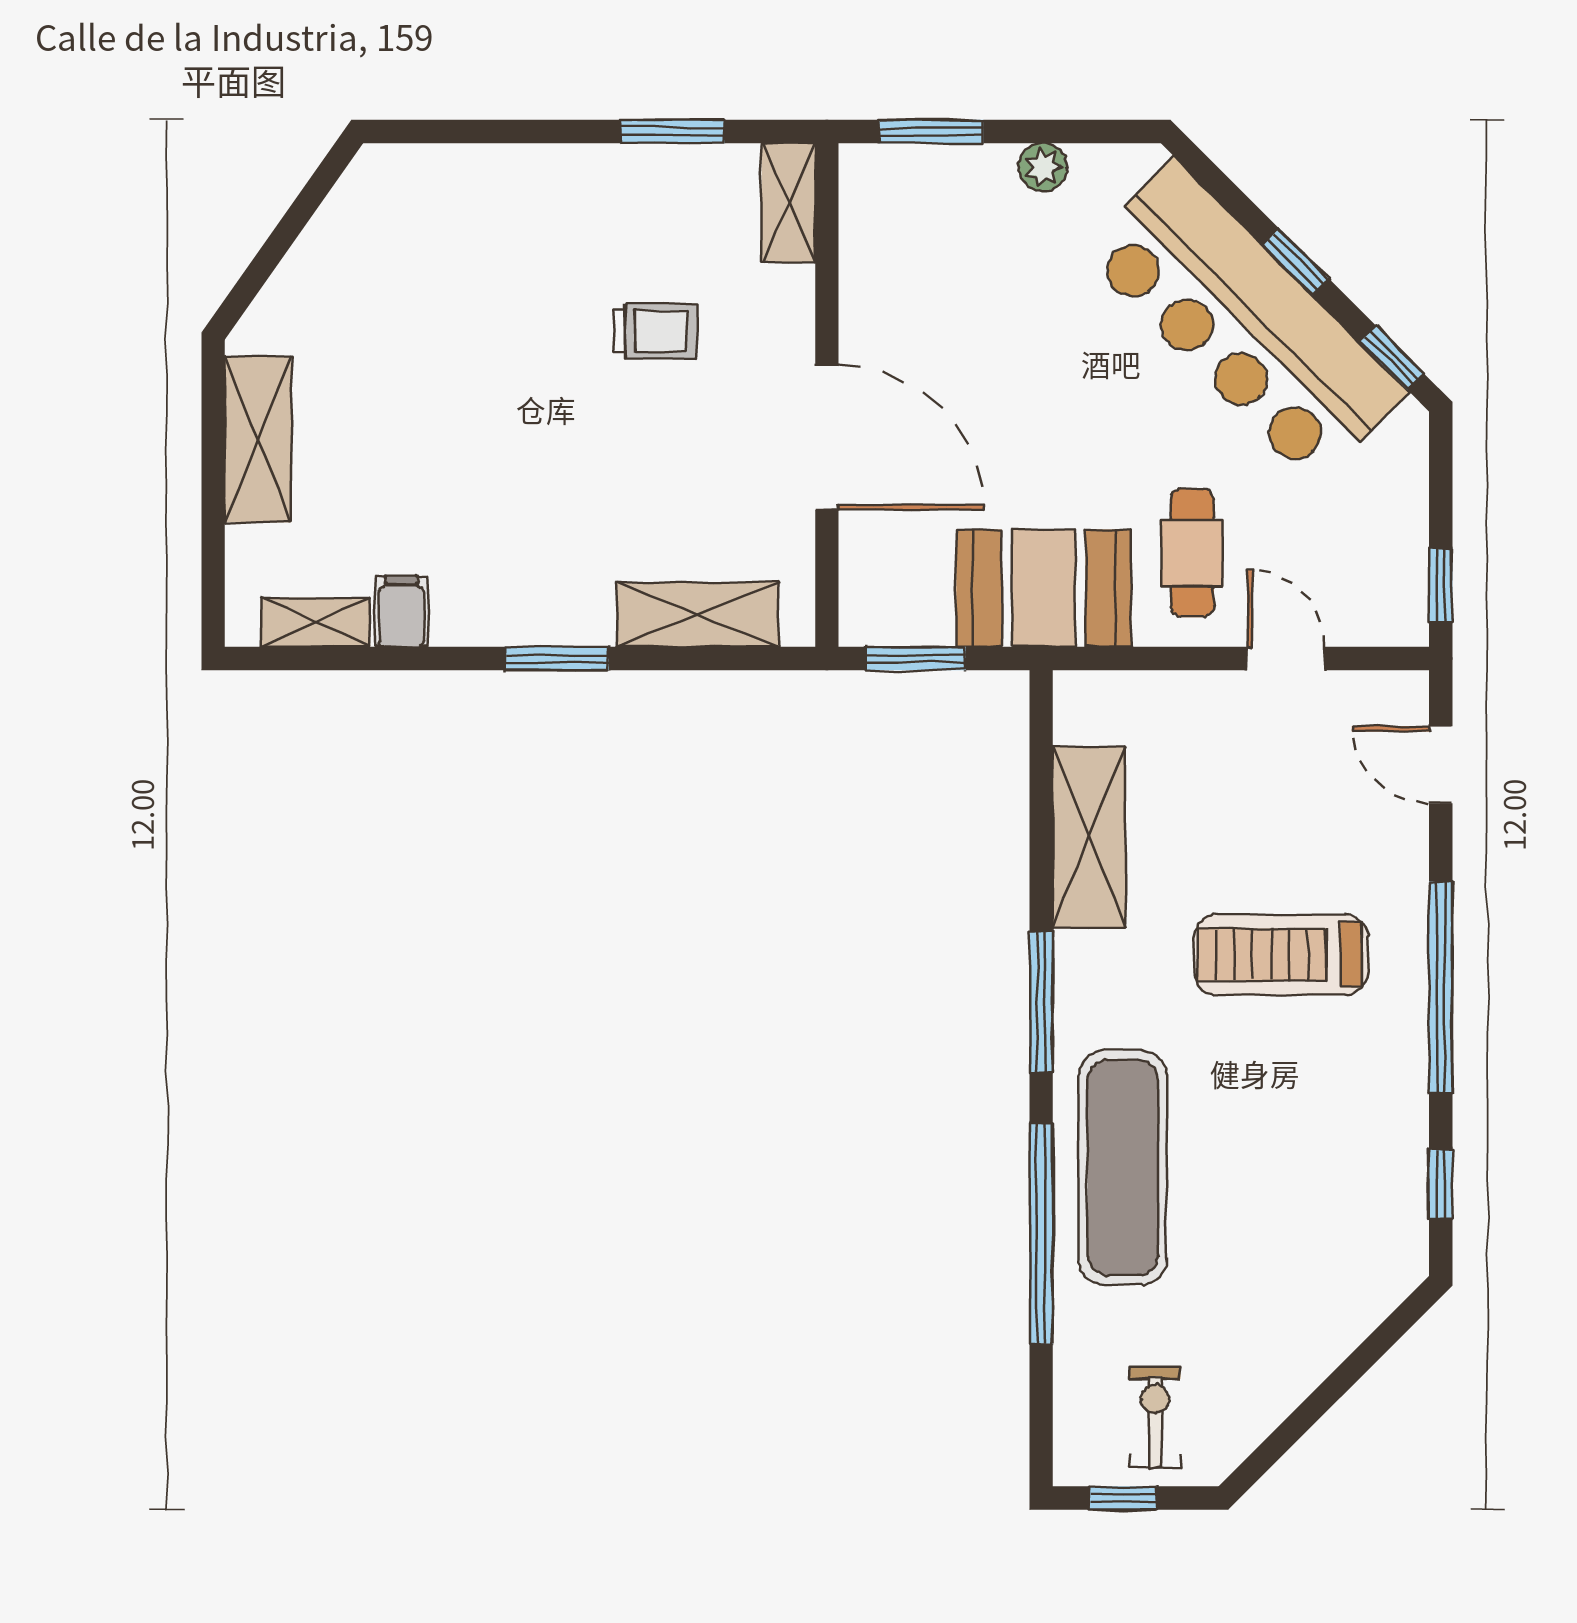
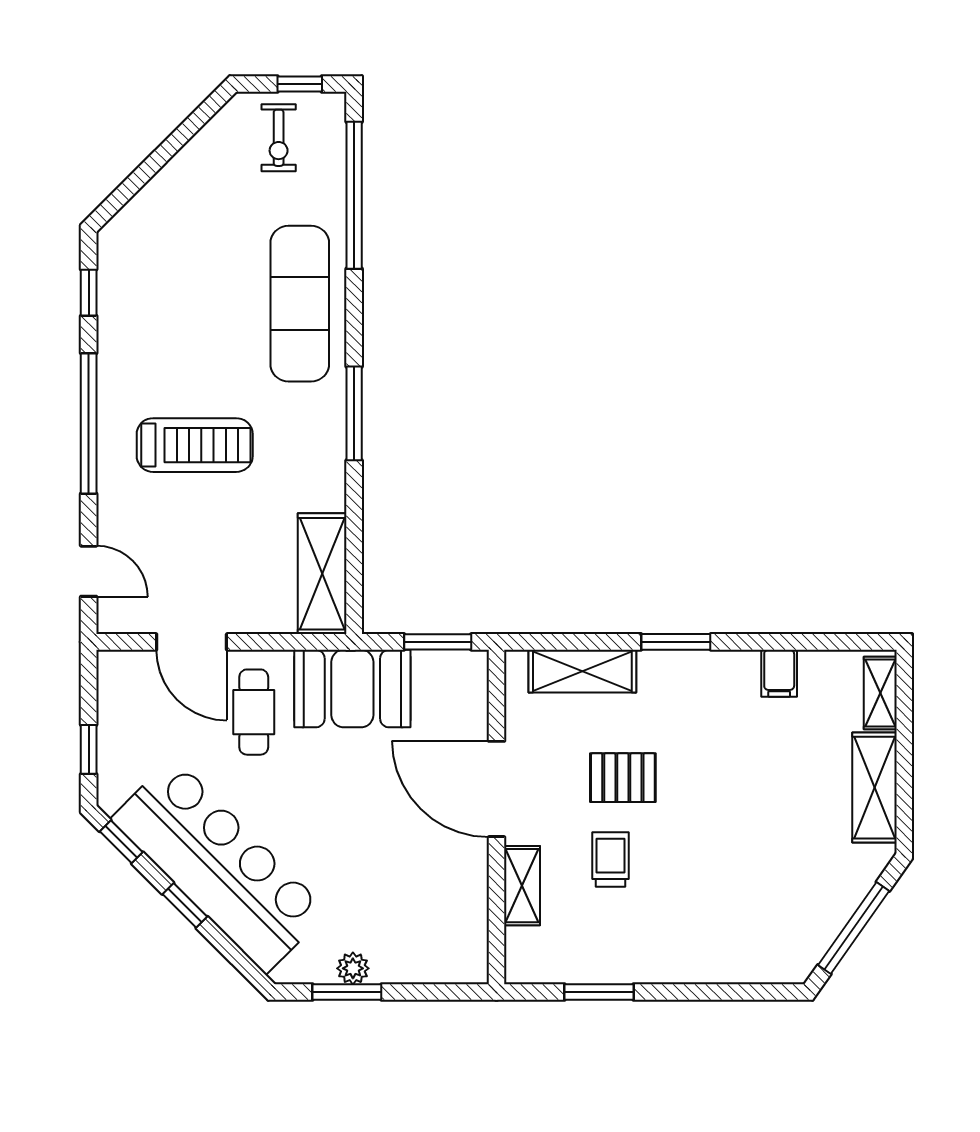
window: (932, 132) -> (347, 992), moved
shelving: (788, 203) -> (522, 886), moved
window: (289, 228) -> (854, 928), added
trolley: (655, 331) -> (610, 860), turned 90
pallet: (637, 454) -> (623, 778), added
window: (1441, 585) -> (89, 749), moved
shelving: (315, 622) -> (880, 693), moved, turned 90
door: (1286, 658) -> (192, 642), width x1.38
shelving: (1089, 837) -> (322, 574), moved
window: (1041, 1234) -> (354, 195), moved

